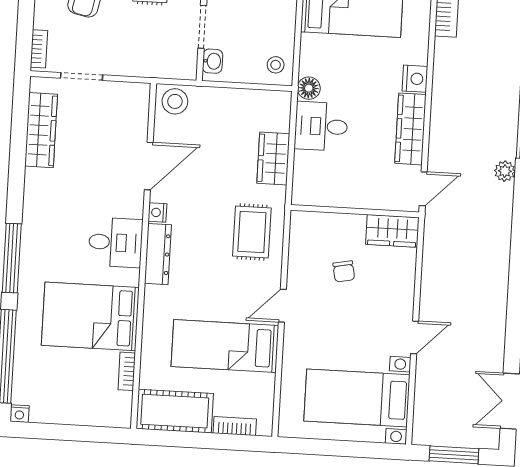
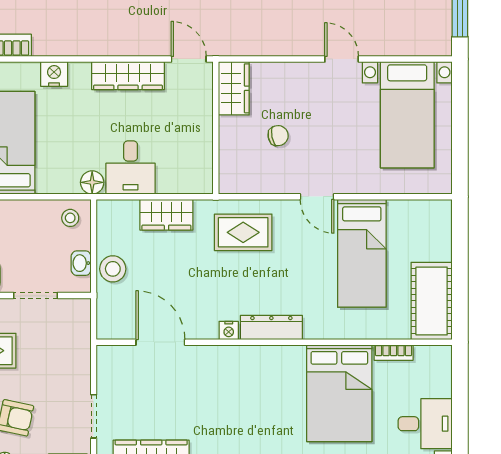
washbasin: (213, 61) -> (81, 263), moved, turned -90
nightstand: (415, 79) -> (54, 74), moved
stool: (175, 101) -> (113, 269), moved
door: (149, 166) -> (160, 342), moved
desk: (115, 242) -> (425, 424), moved, turned 90
bookcase: (235, 426) -> (443, 238), removed

